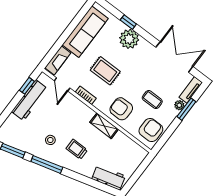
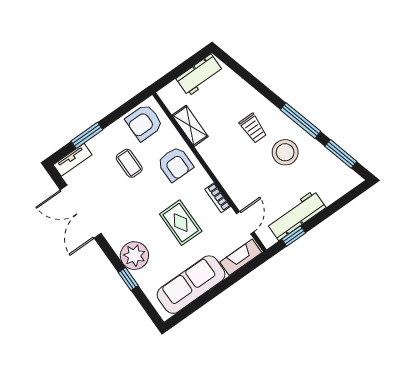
plant: (179, 105) -> (95, 144), removed
shelving: (104, 126) -> (190, 126), moved
stool: (50, 140) -> (285, 152), width x1.89, depth x1.89
workbench: (109, 177) -> (200, 75), moved, turned -75

